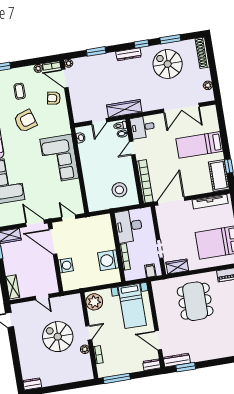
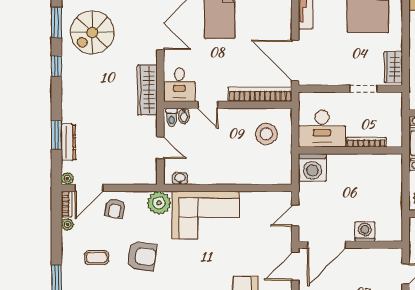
dresser: (129, 54) -> (68, 142), moved
wardrobe: (124, 108) -> (147, 90), moved
armchair: (25, 121) -> (142, 256), turned 115
plant: (62, 126) -> (159, 203), added
washing machine: (108, 260) -> (312, 167), moved
filing cabinet: (150, 271) -> (393, 108), removed

